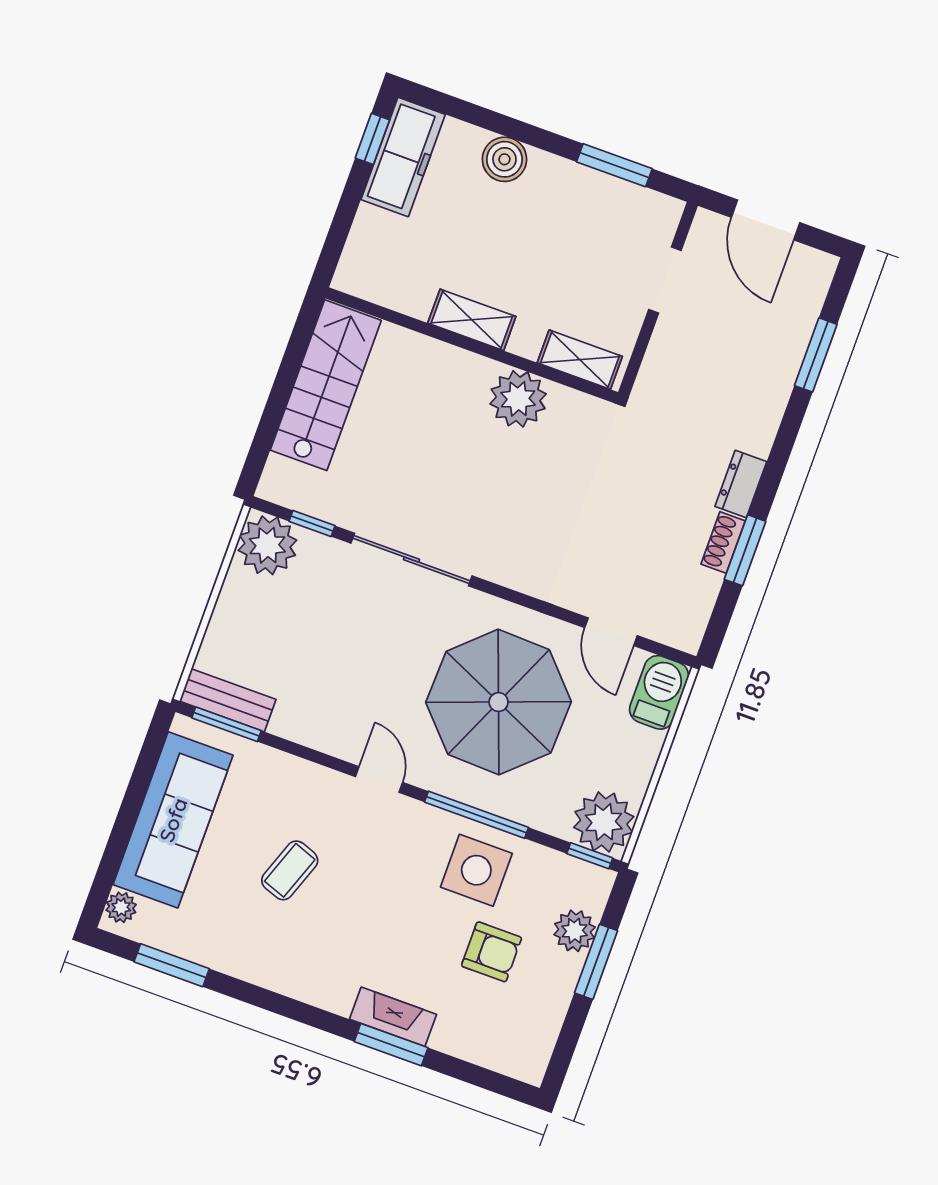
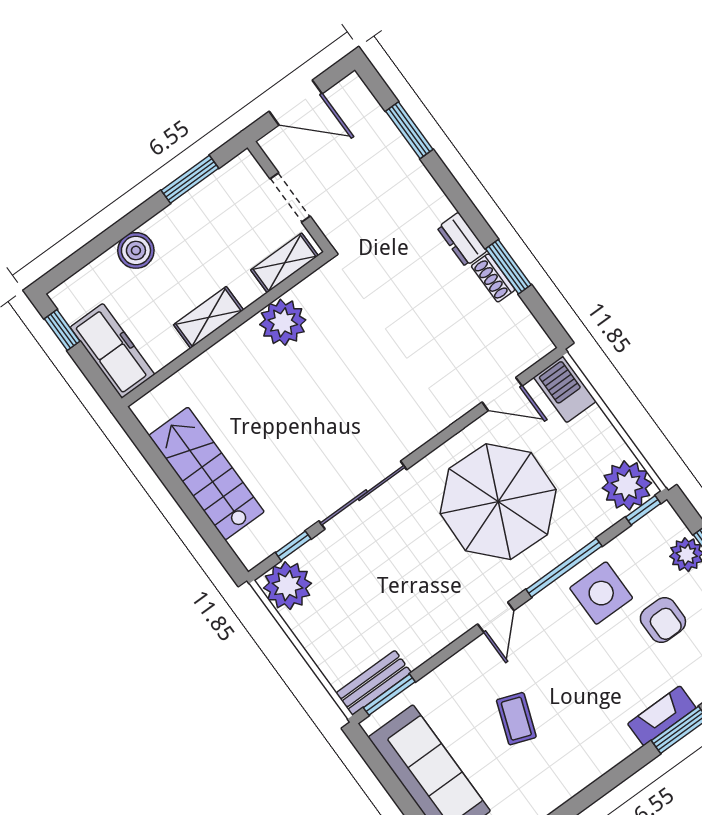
freezer: (403, 157) -> (112, 351), moved
shelving: (472, 320) -> (209, 317), moved
wall: (472, 345) -> (226, 329), moved
shelving: (580, 360) -> (285, 263), moved
plant: (518, 399) -> (283, 322), moved
door: (379, 779) -> (496, 617), swing flipped
armchair: (492, 952) -> (663, 620), turned 90

